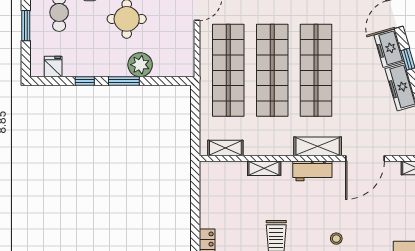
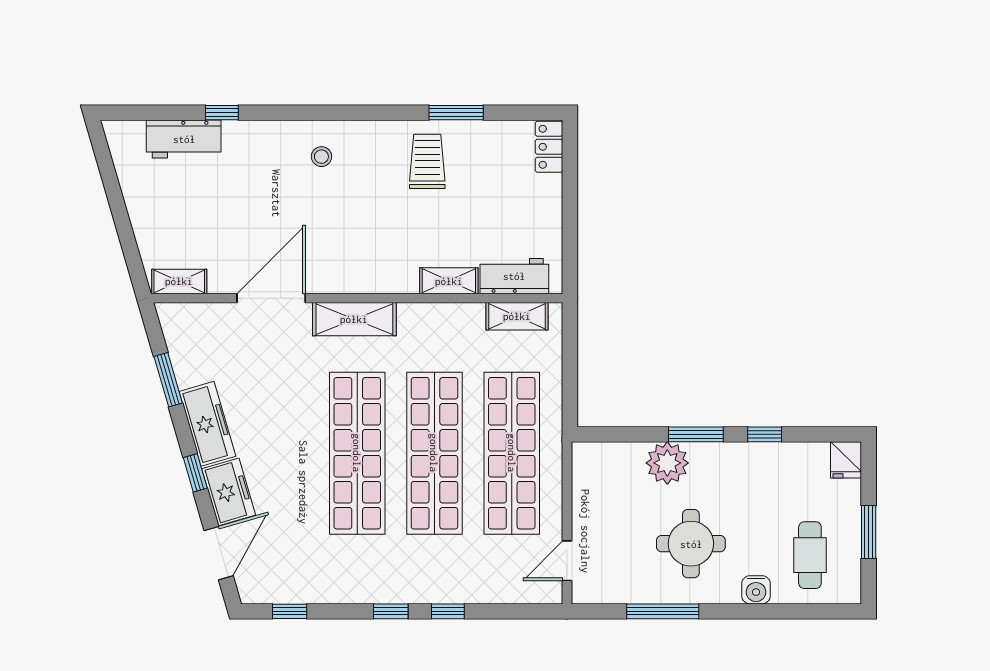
fridge: (53, 66) -> (846, 460), moved
workbench: (312, 171) -> (514, 276), moved

